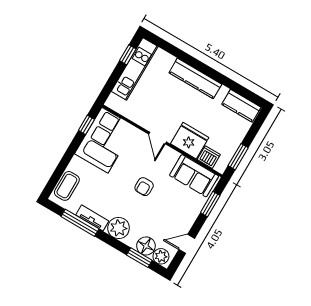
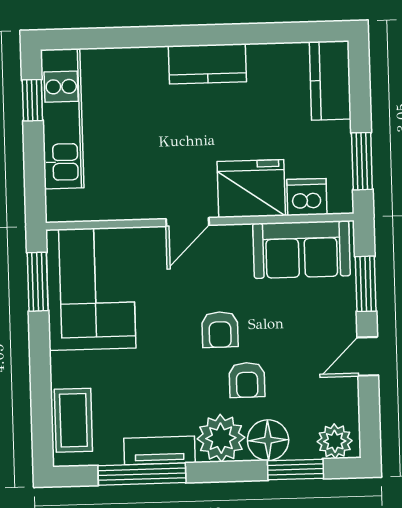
kitchen counter: (195, 78) -> (207, 64), width x0.67
kitchen counter: (241, 106) -> (330, 80), moved, turned 90
window: (86, 125) -> (38, 282), width x1.50
door: (157, 138) -> (187, 222), hinge flipped
armchair: (142, 212) -> (247, 380), added
door: (187, 244) -> (368, 356), moved
floor lamp: (146, 246) -> (268, 440), moved

